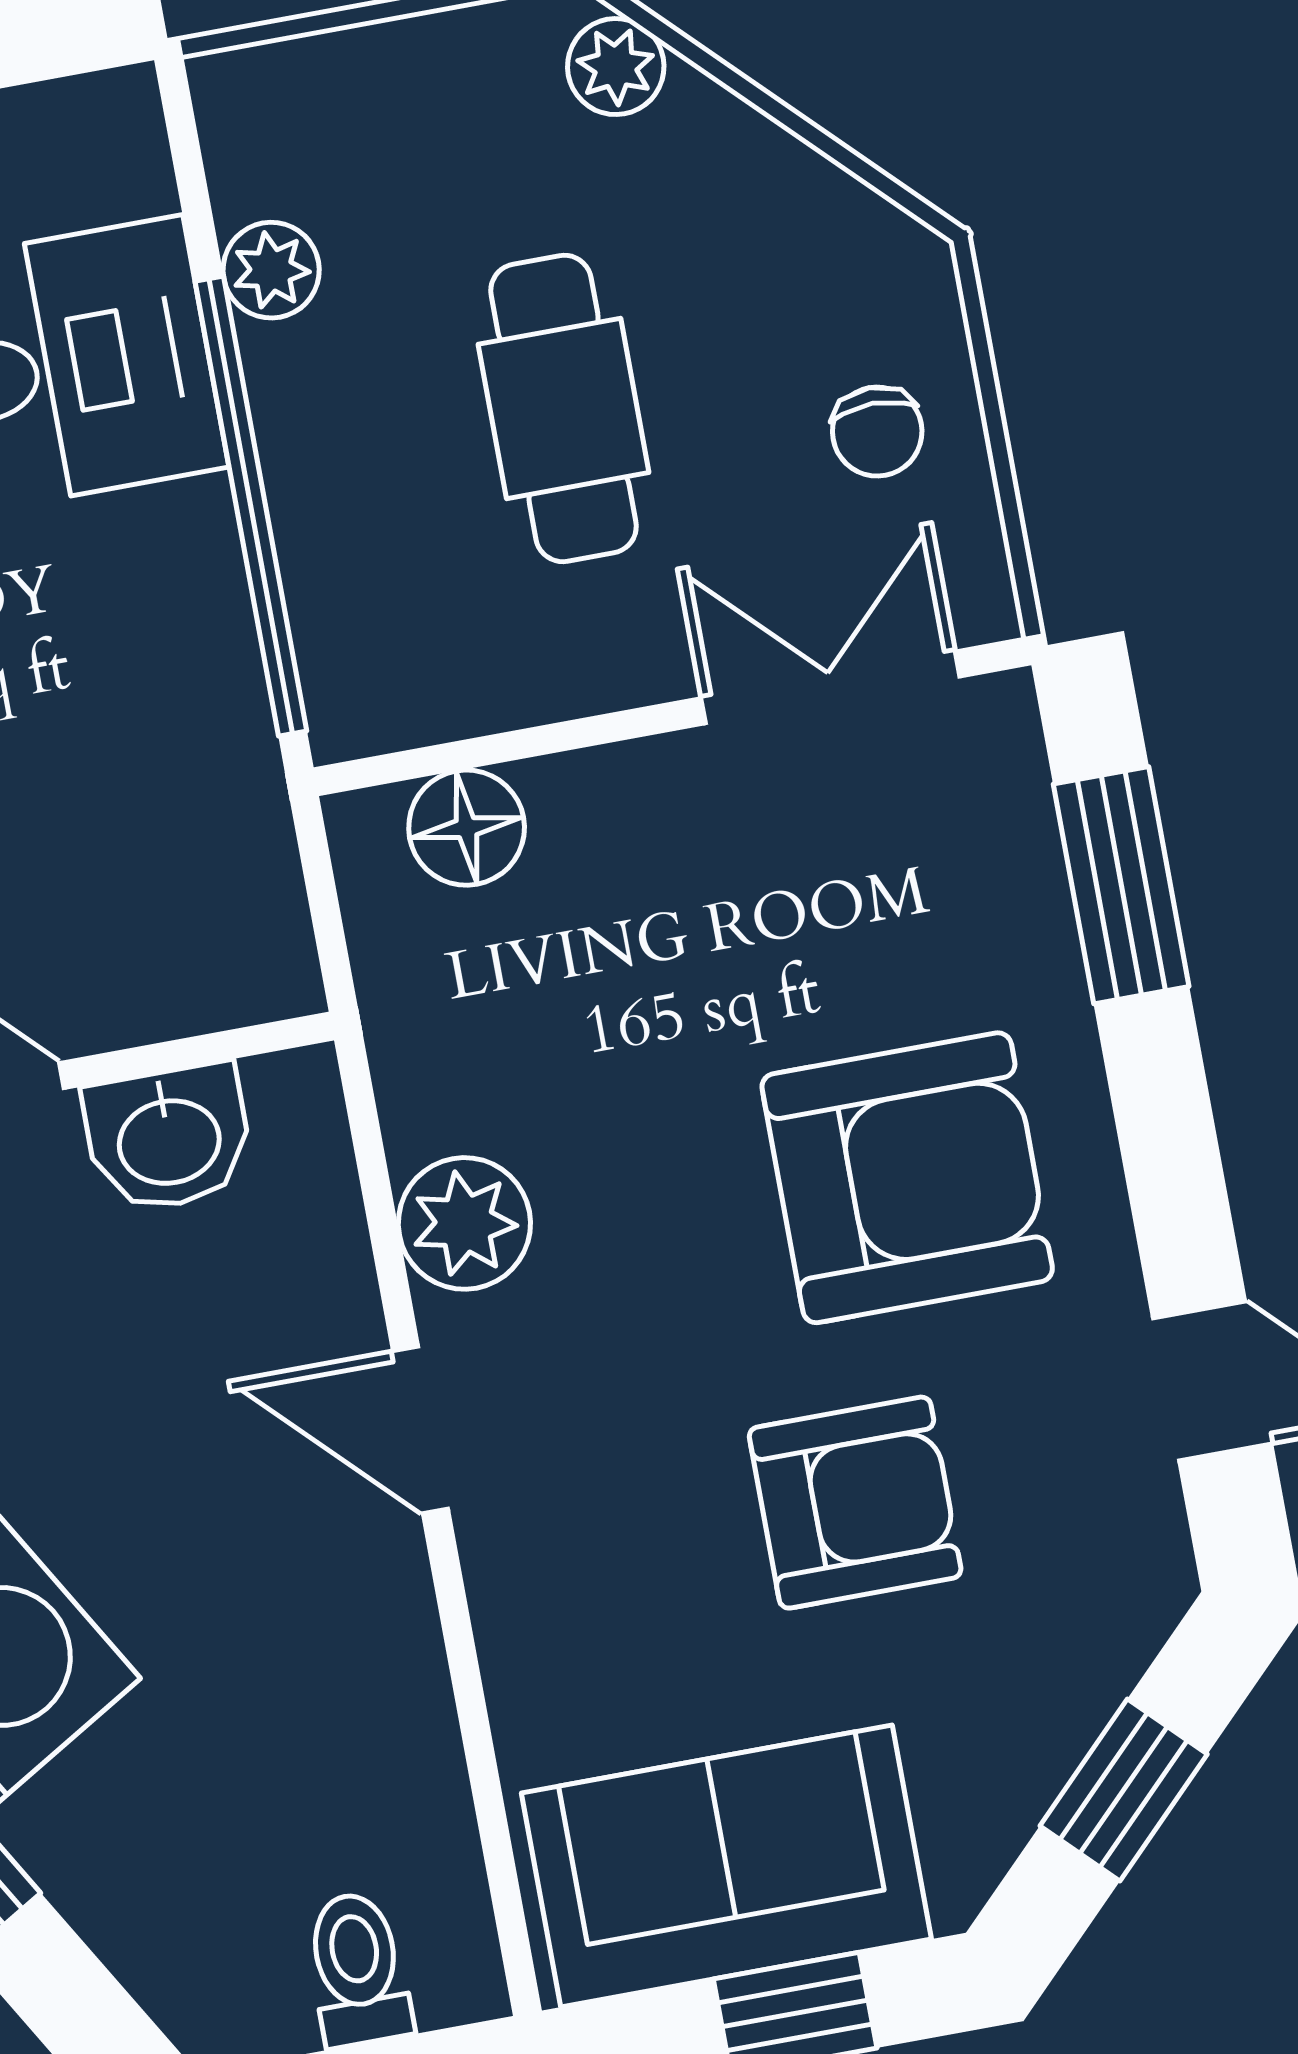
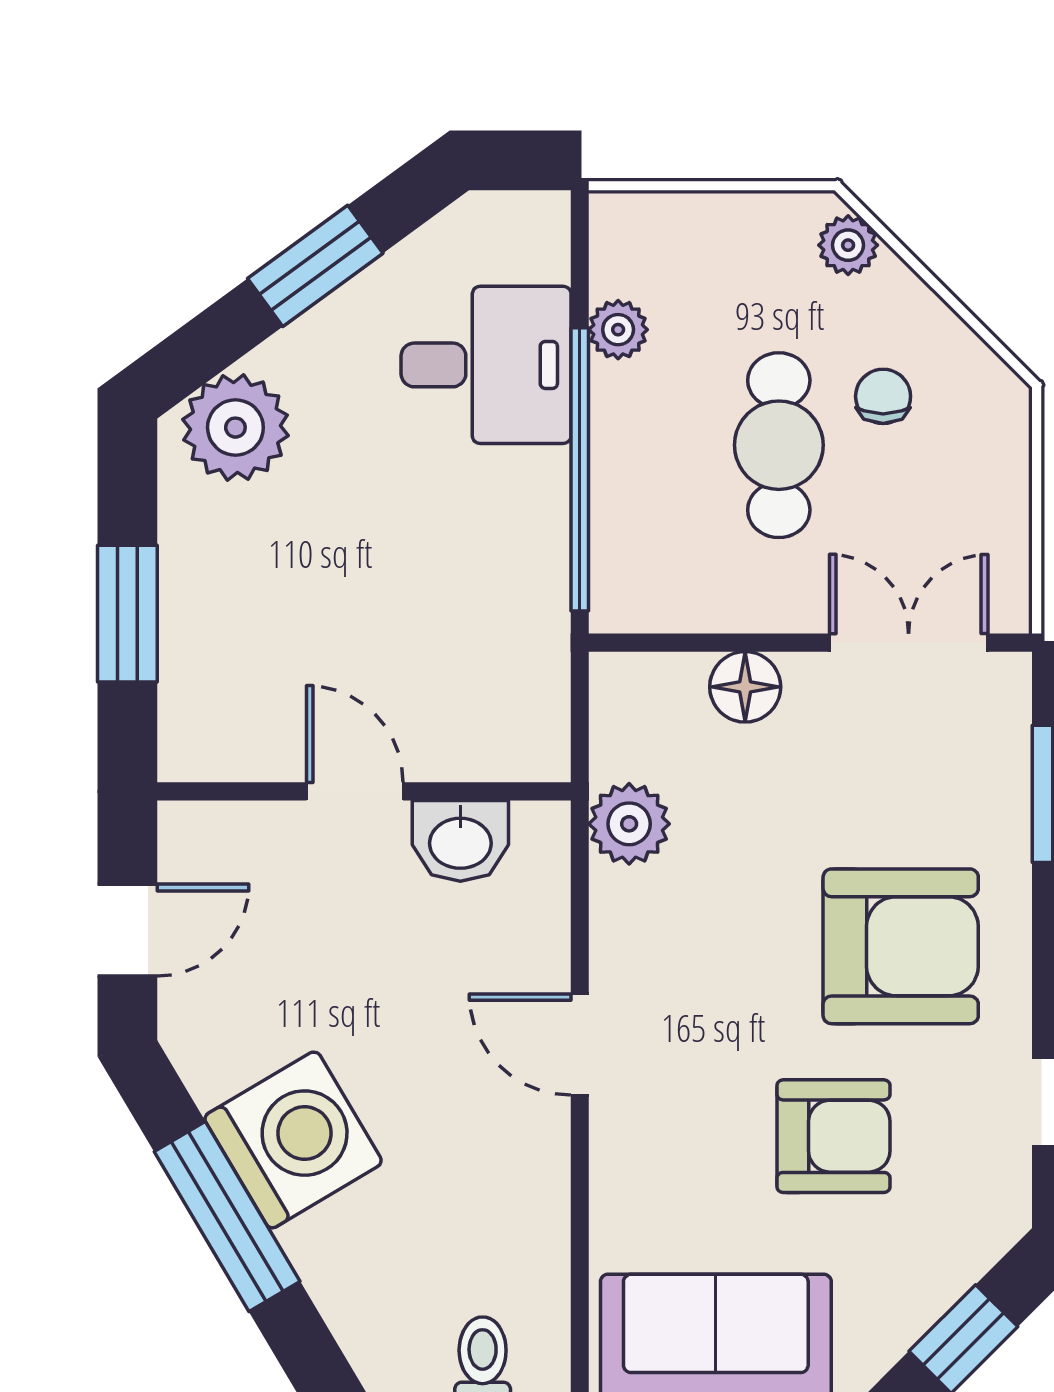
chair: (877, 432) -> (883, 396), moved, turned 180
floor lamp: (467, 828) -> (745, 687), moved
plant: (464, 1223) -> (629, 824), moved

